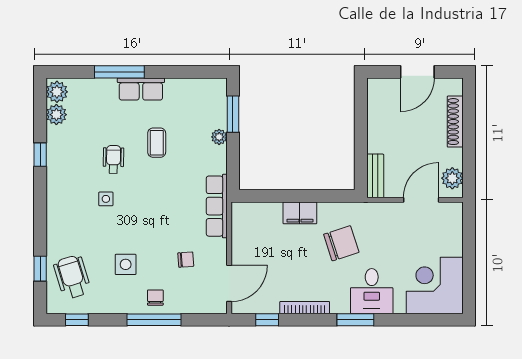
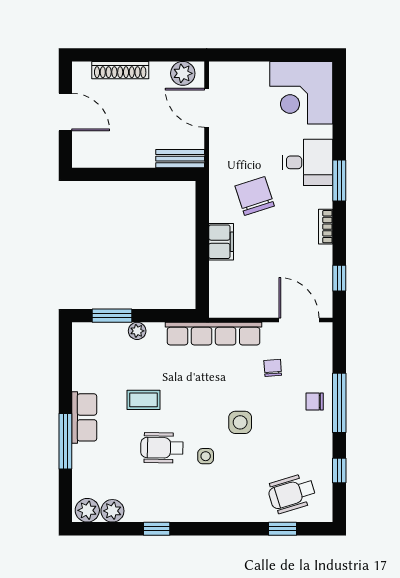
wheelchair: (113, 159) -> (162, 448), width x1.36, depth x1.37
row of seats: (217, 206) -> (214, 334), width x1.36
side table: (126, 264) -> (240, 422), moved
bookcase: (305, 308) -> (326, 227), width x0.64
window: (77, 320) -> (339, 470), moved

